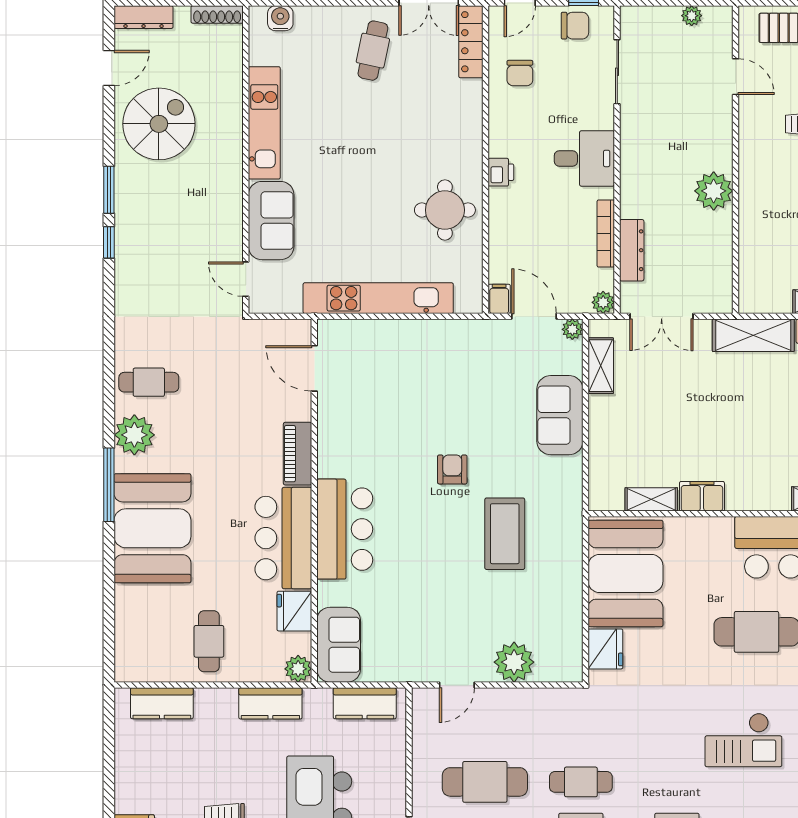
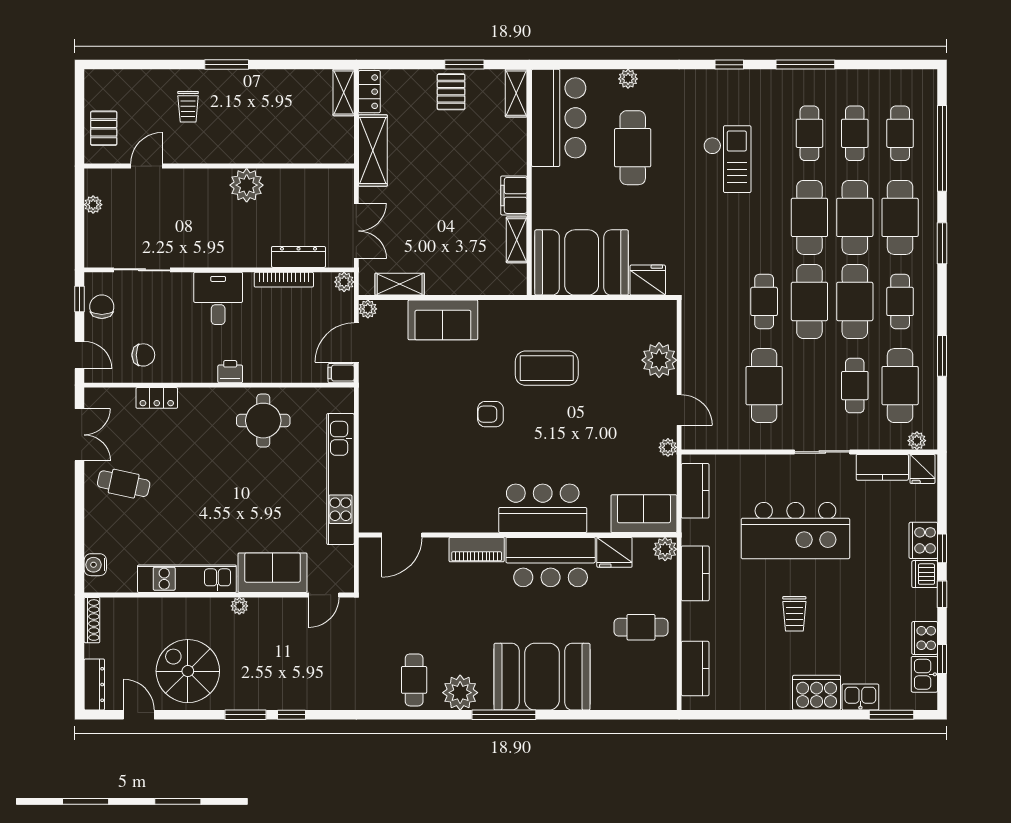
locker: (471, 42) -> (157, 398), moved, width x0.66
plant: (233, 183) -> (239, 606), added
plant: (414, 672) -> (668, 447), added

